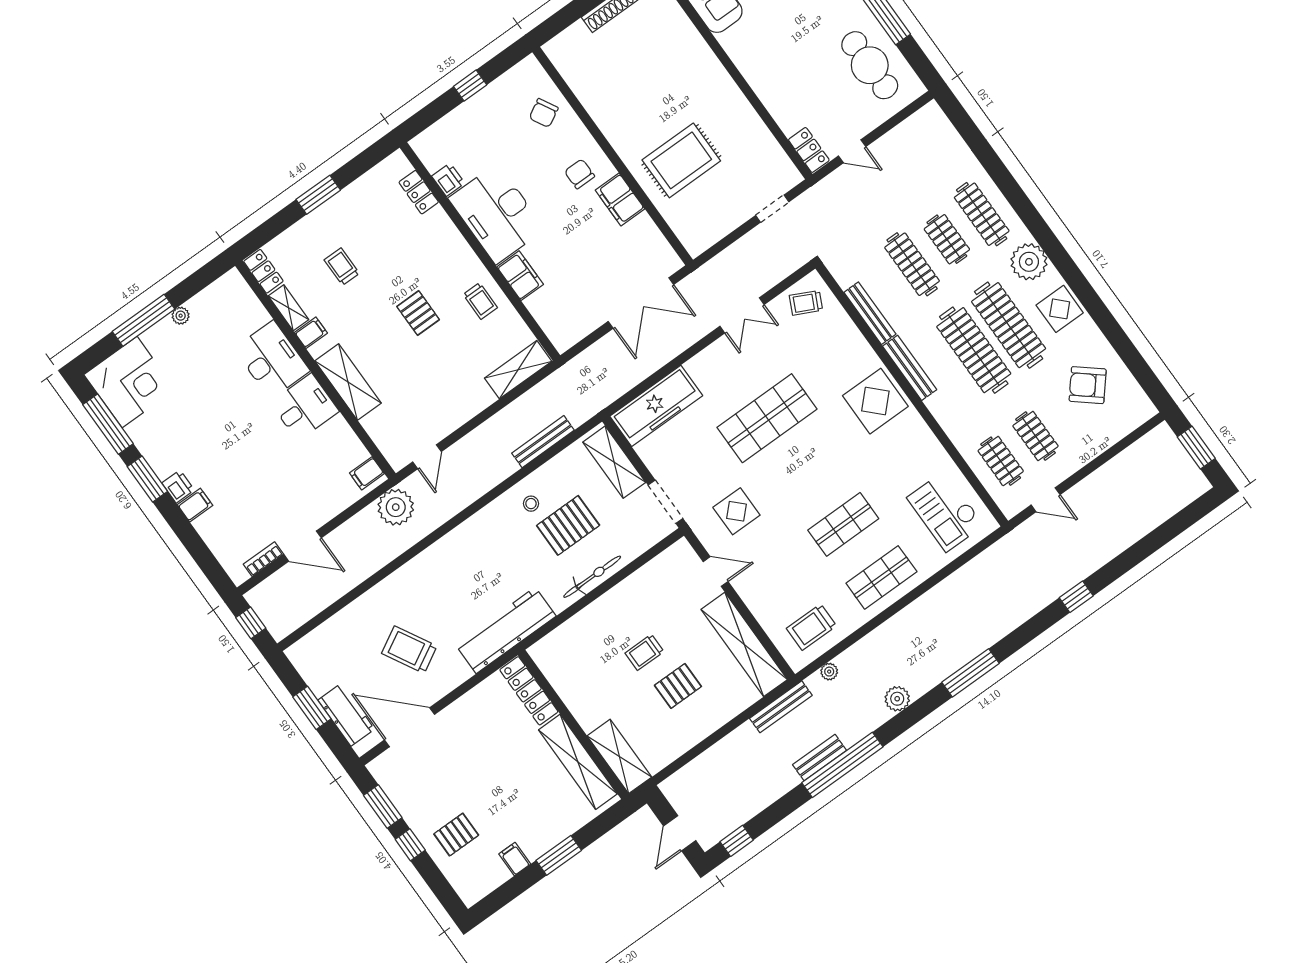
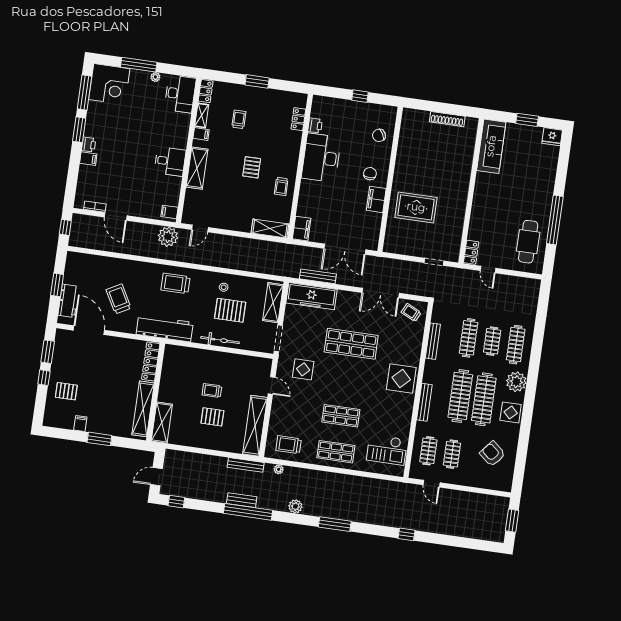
filing cabinet: (520, 276) -> (302, 229), moved
double door: (742, 315) -> (381, 293), width x1.37
desk: (272, 360) -> (180, 94), moved
bench: (910, 368) -> (424, 402), moved
bench: (543, 442) -> (318, 276), moved
checkout: (945, 511) -> (387, 450), turned -90
trolley: (464, 558) -> (176, 283), added

